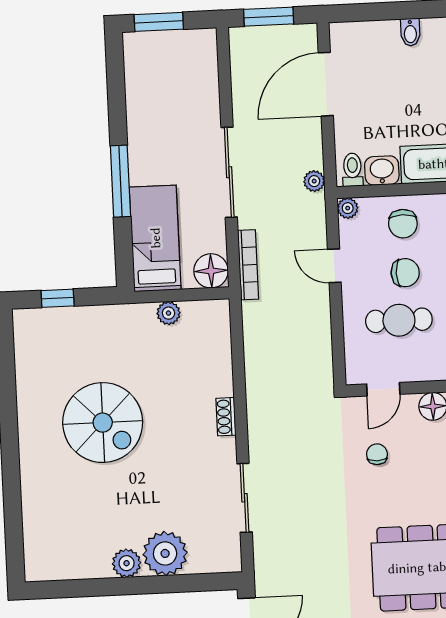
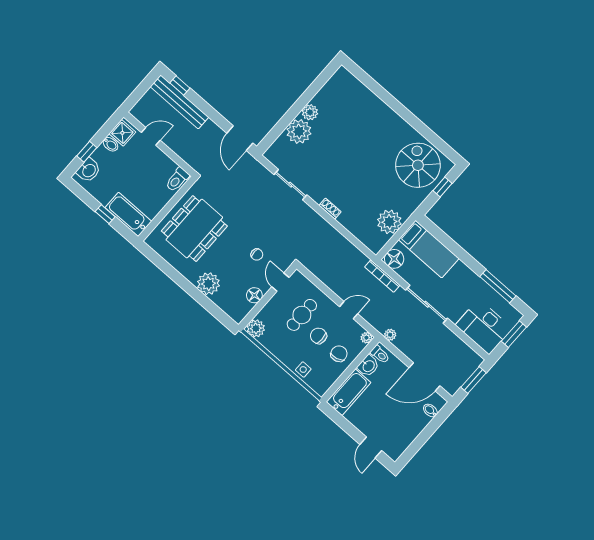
bidet: (410, 32) -> (430, 410), moved
desk: (187, 70) -> (484, 327), added
door: (326, 84) -> (424, 377), swing flipped
window: (120, 181) -> (498, 286), moved
chair: (403, 224) -> (339, 354), turned 76
chair: (405, 273) -> (318, 336), turned 90
plant: (169, 313) -> (389, 222), width x1.88, depth x1.88
spiral stairs: (103, 423) -> (418, 165), moved, turned 90

